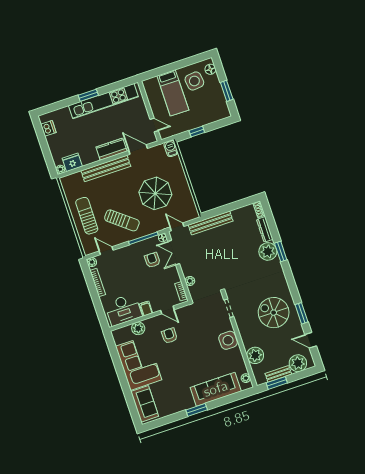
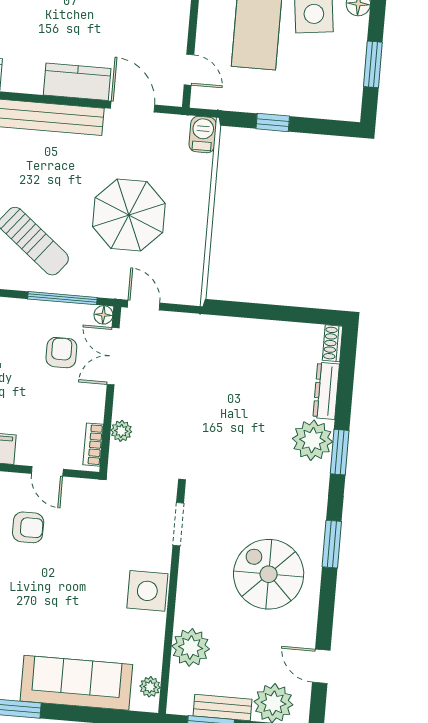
bench: (211, 223) -> (218, 328), removed
window: (302, 313) -> (332, 544), moved
armchair: (169, 336) -> (28, 527), turned 90

